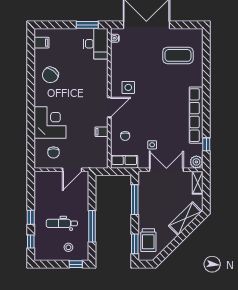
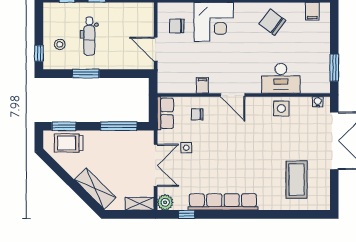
desk: (96, 44) -> (281, 78), moved
side table: (128, 87) -> (281, 109), moved
dental chair: (62, 223) -> (89, 36), turned 180
window: (92, 226) -> (86, 74), width x0.69

